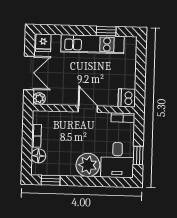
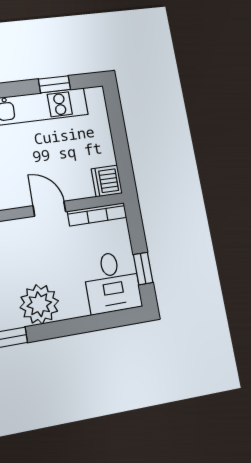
bookcase: (123, 118) -> (97, 214), width x1.56
plant: (88, 165) -> (39, 304), moved

